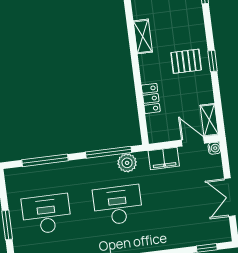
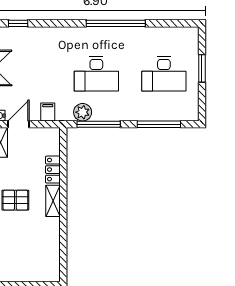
shelving: (143, 36) -> (53, 201), moved
door: (193, 142) -> (19, 124), swing flipped
filing cabinet: (164, 158) -> (48, 112), width x0.50

